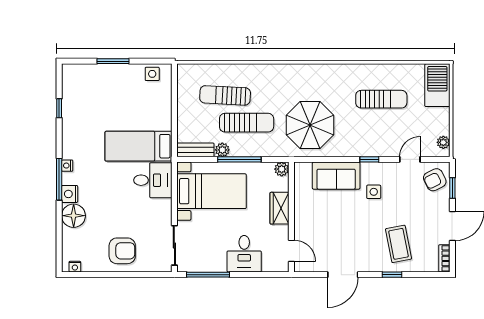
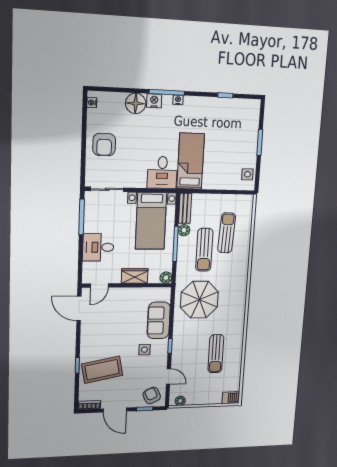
barbecue: (437, 85) -> (231, 398), width x0.53, depth x0.65
coffee table: (398, 244) -> (102, 370), width x1.36, depth x1.32
door: (343, 275) -> (79, 308), moved

